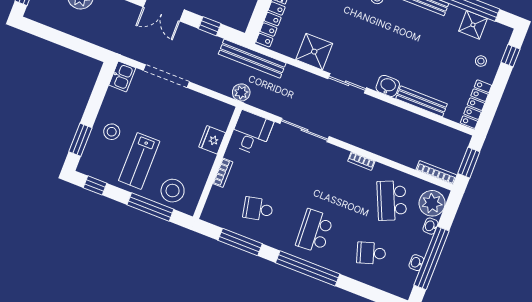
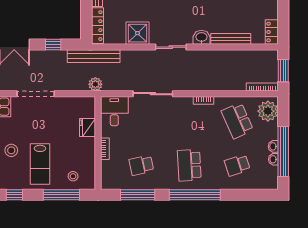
locker: (476, 104) -> (272, 32), width x0.66
stool: (173, 191) -> (73, 176), width x0.53, depth x0.53
washbasin: (430, 226) -> (273, 146), moved

